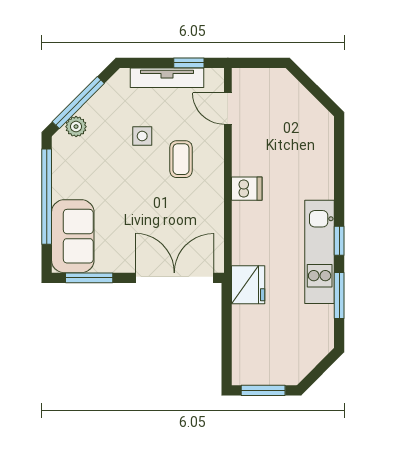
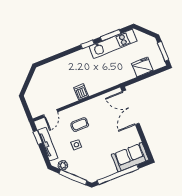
plant: (76, 127) -> (63, 165), moved
kitchen unit: (320, 252) -> (113, 44), moved
window: (89, 278) -> (145, 143), removed
fridge: (248, 285) -> (142, 67), moved

